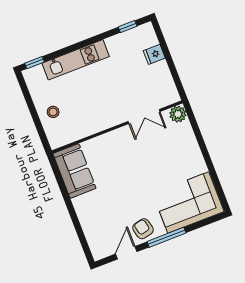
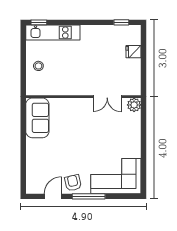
kitchen unit: (76, 60) -> (53, 33), moved

